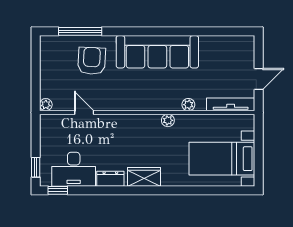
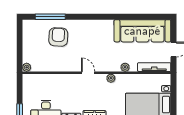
sofa: (157, 52) -> (142, 31), moved
door: (84, 113) -> (88, 73), moved

